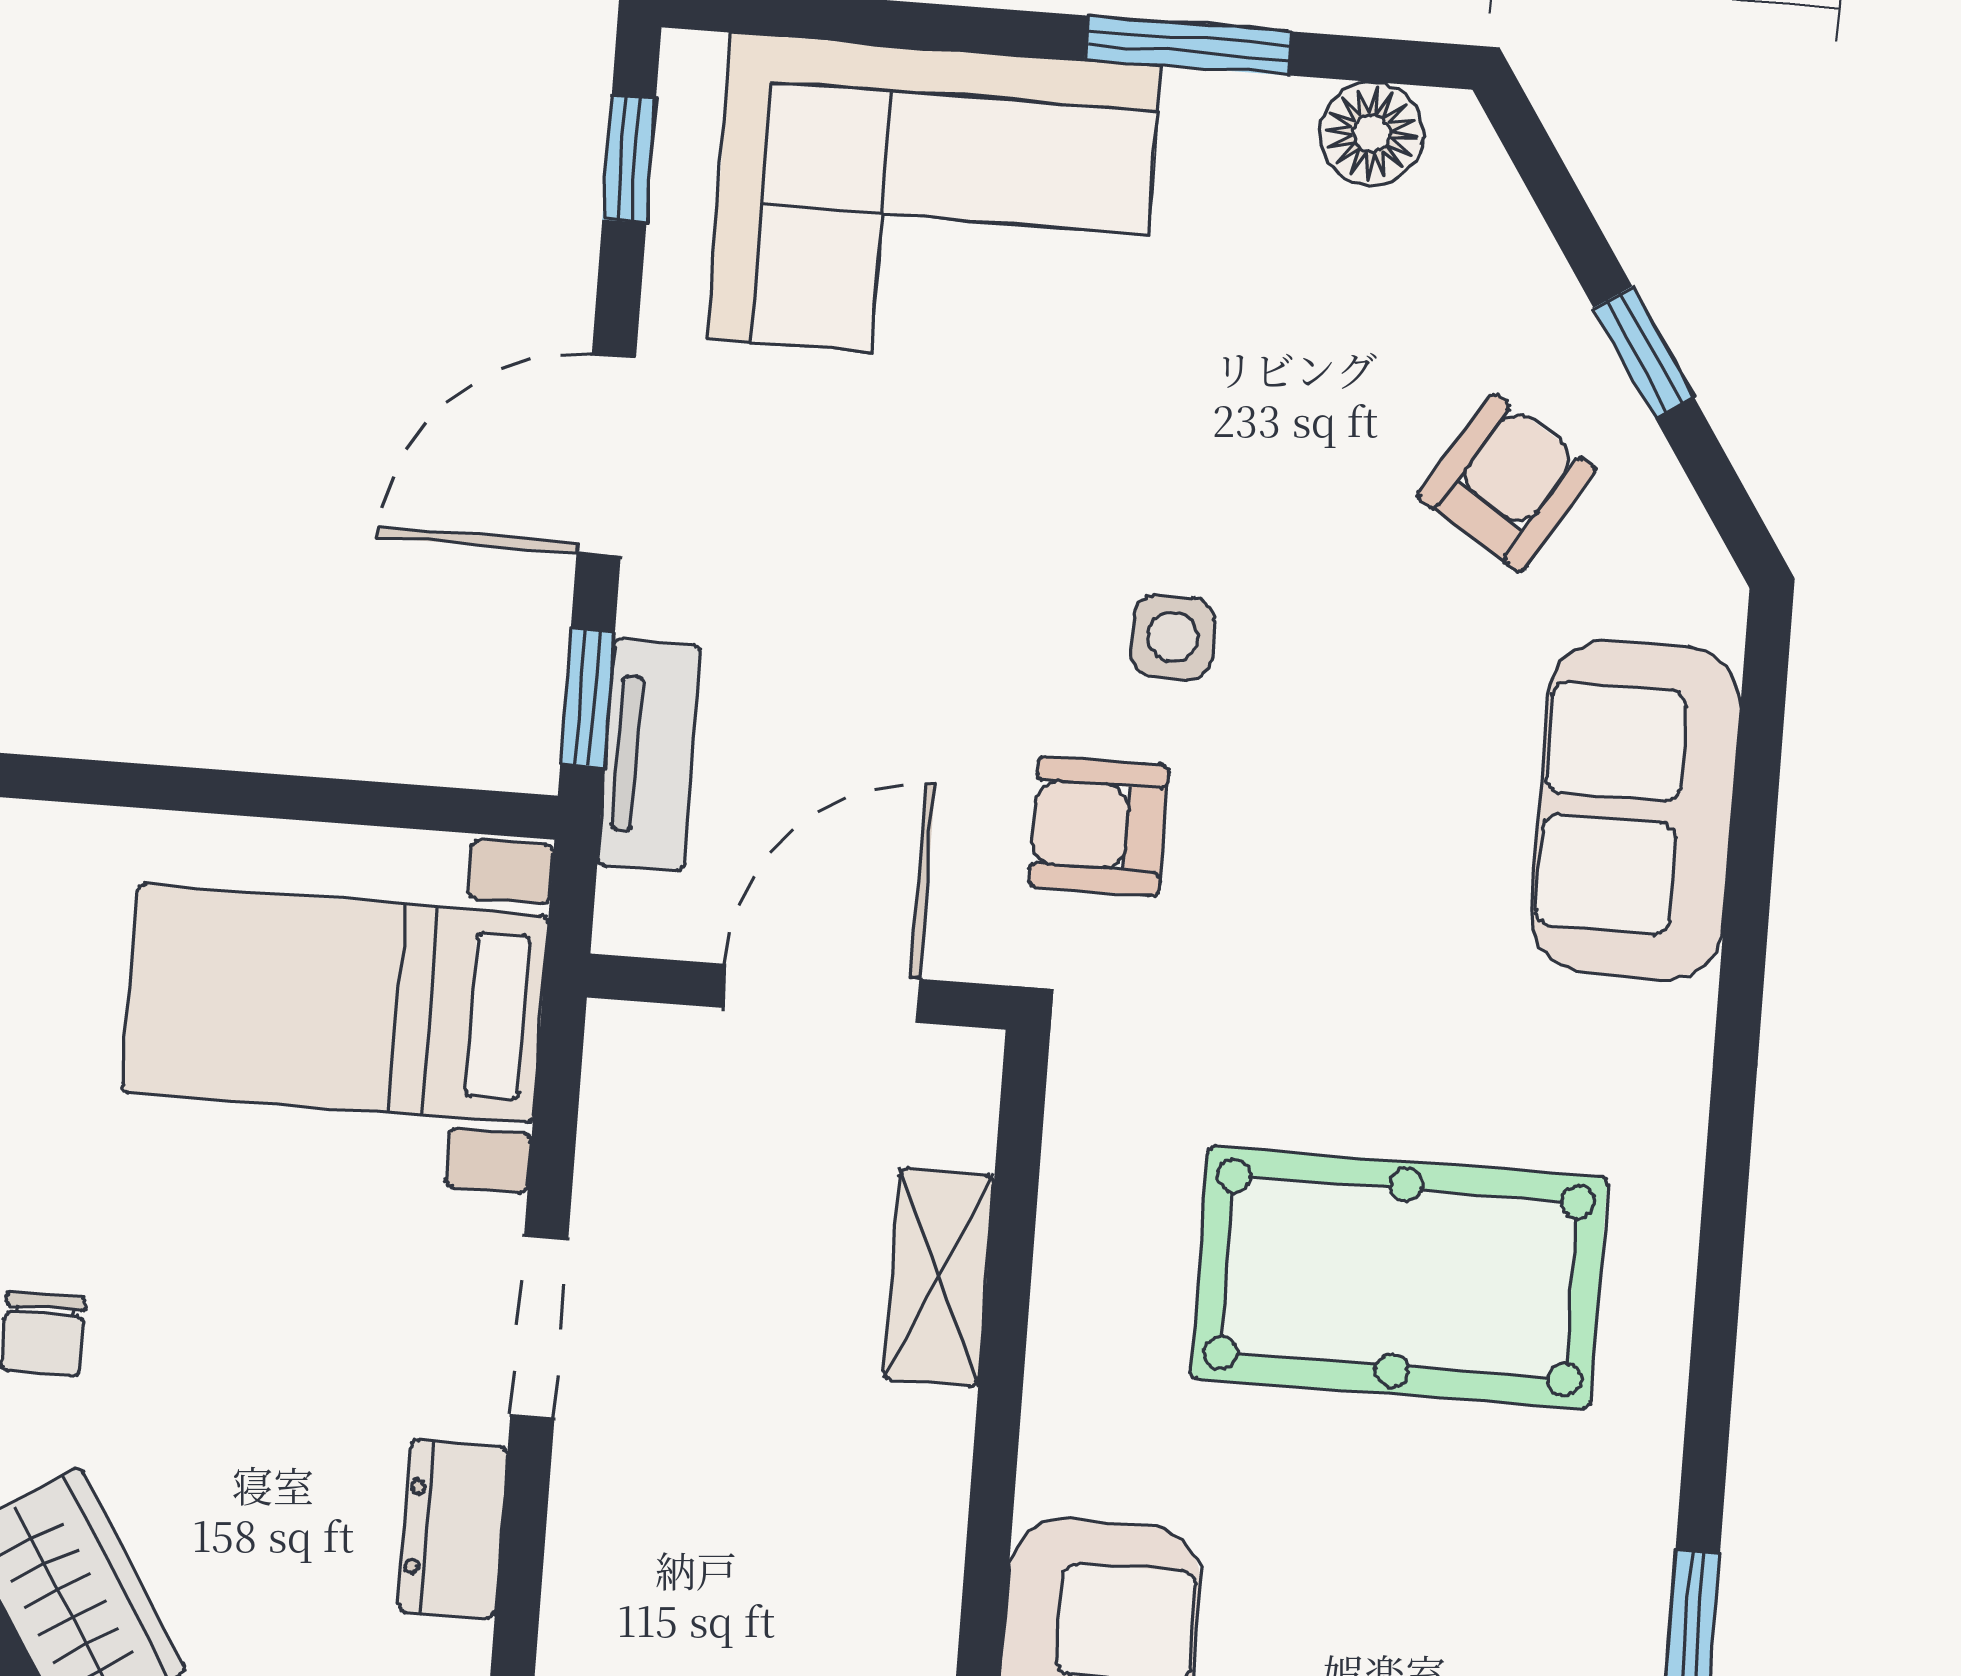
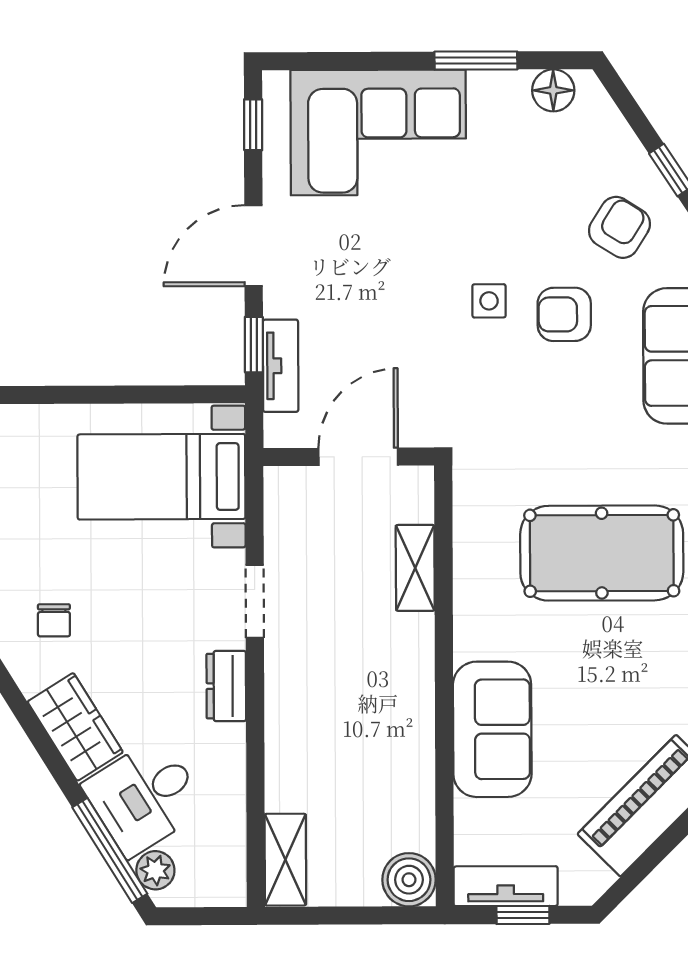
armchair: (1098, 826) -> (564, 314), moved

